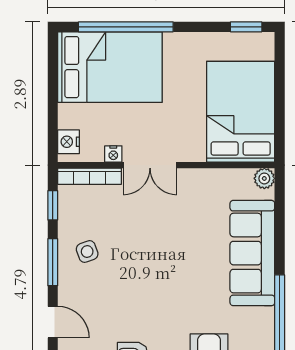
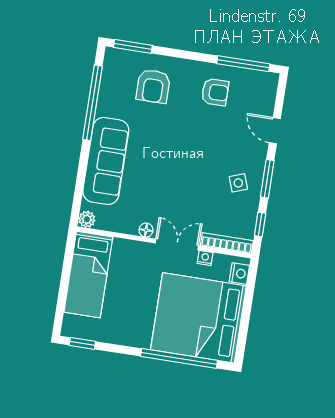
bed: (110, 67) -> (198, 318), width x1.36
bed: (241, 112) -> (88, 274), width x0.67
floor lamp: (190, 177) -> (146, 230), added

